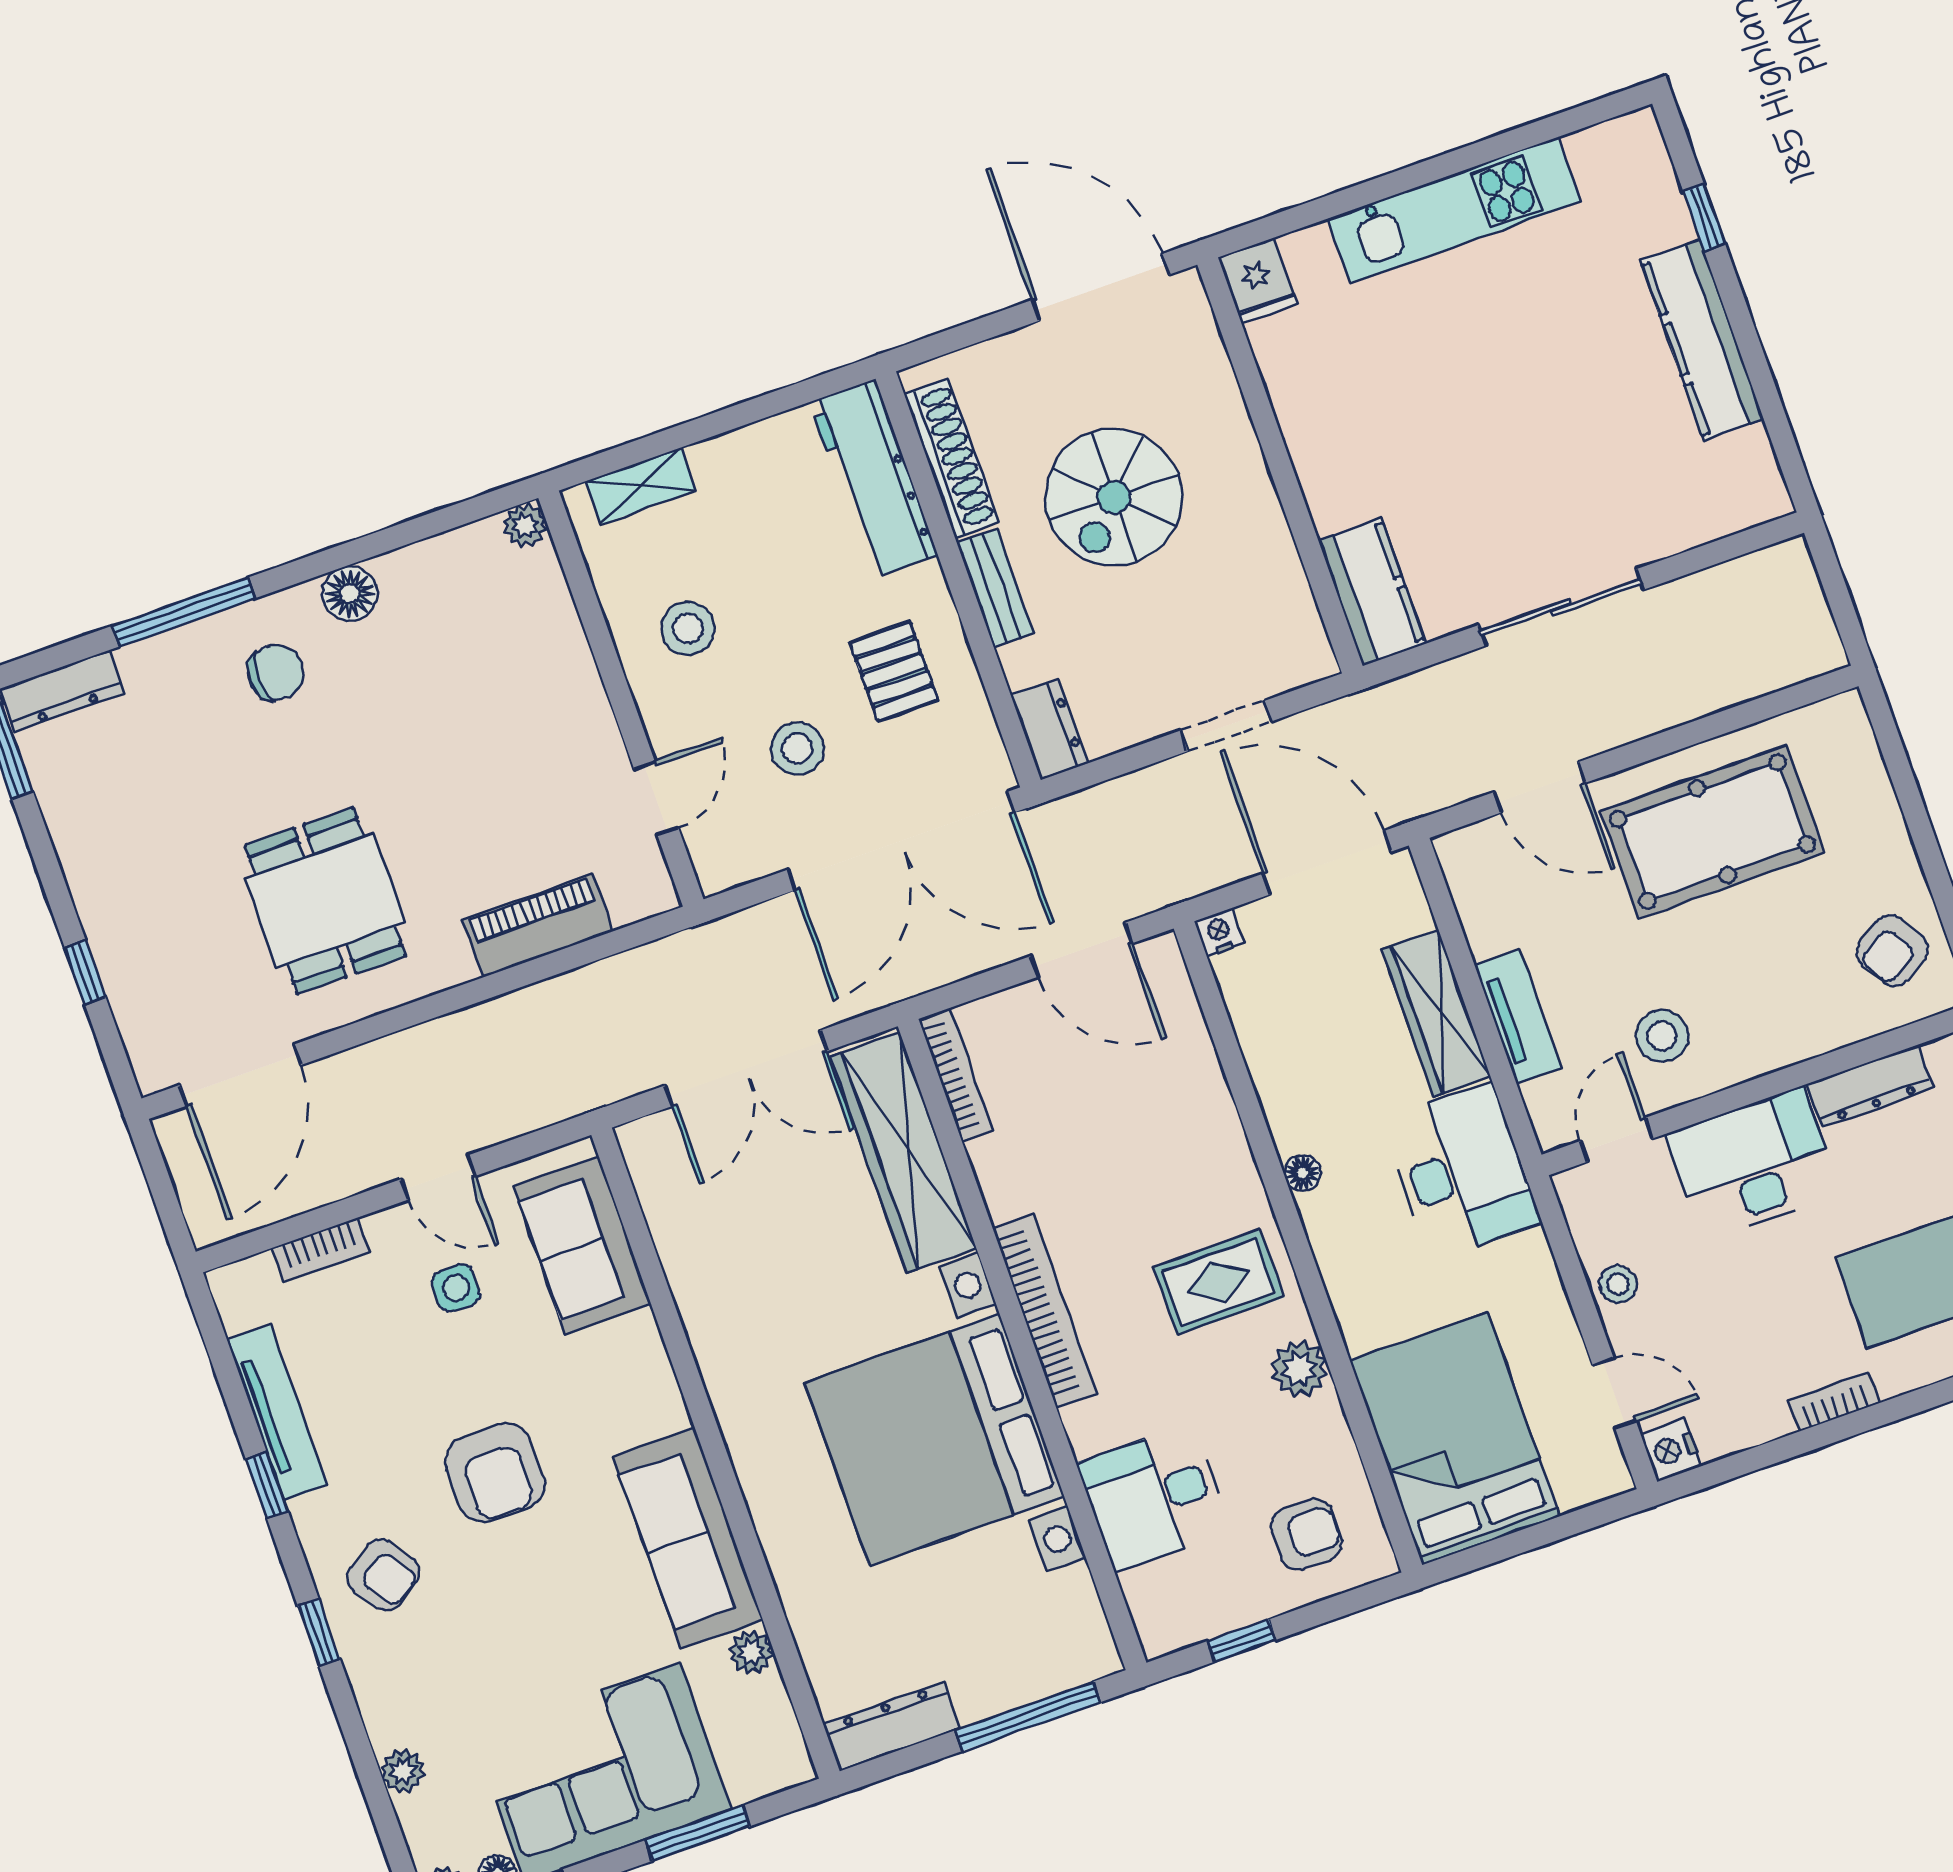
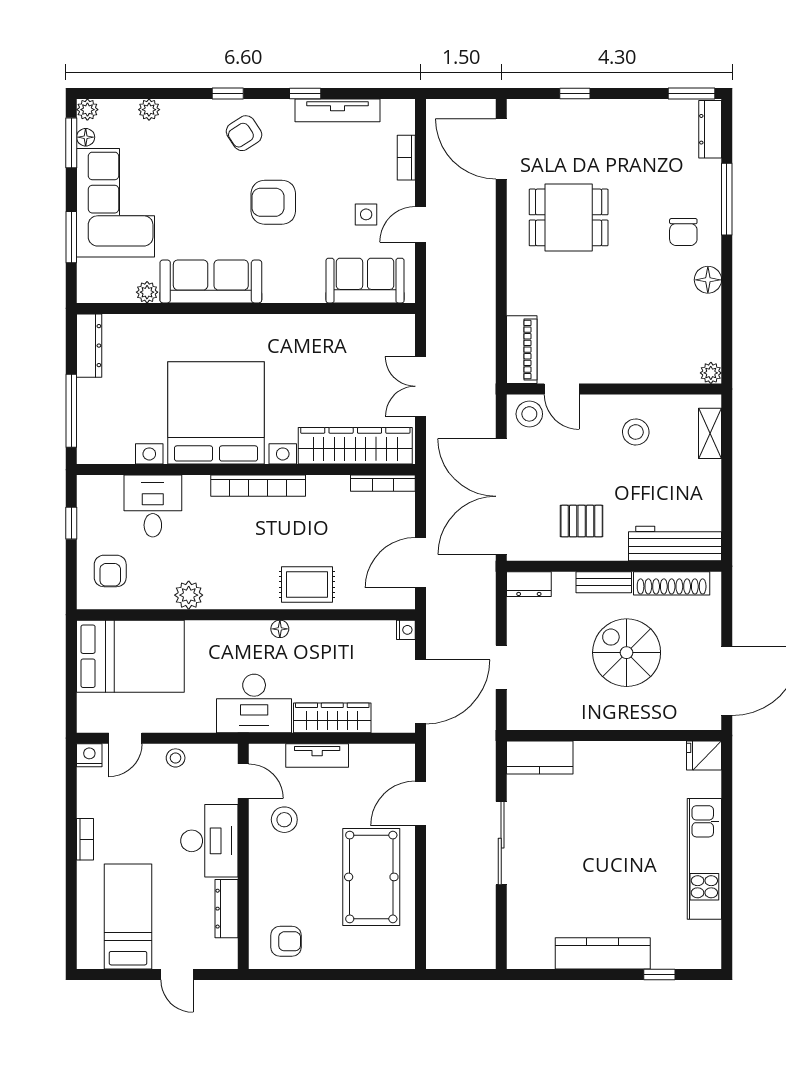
stool: (797, 748) -> (529, 414), moved
piano: (538, 926) -> (522, 350), moved
armchair: (1892, 951) -> (286, 941), turned 121
double door: (746, 1068) -> (421, 386), width x0.73
rug: (1218, 1282) -> (307, 584), moved, turned 90

